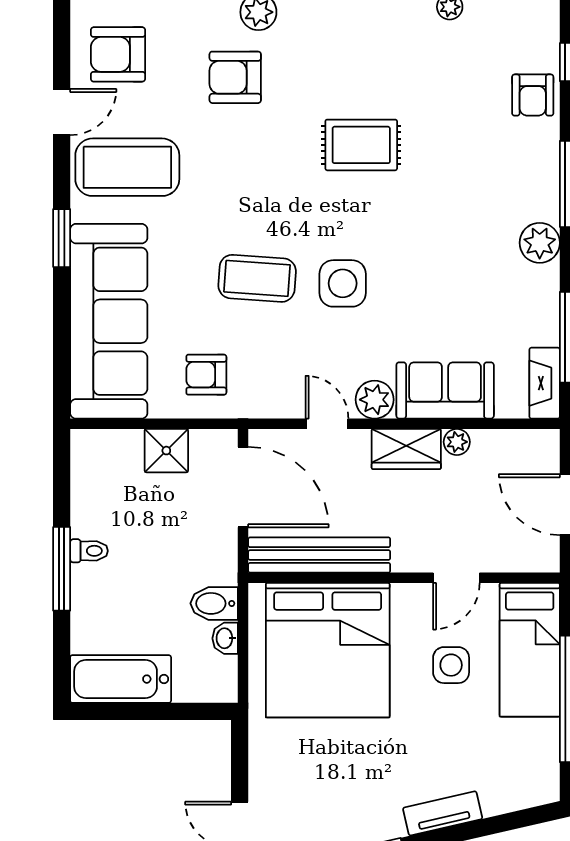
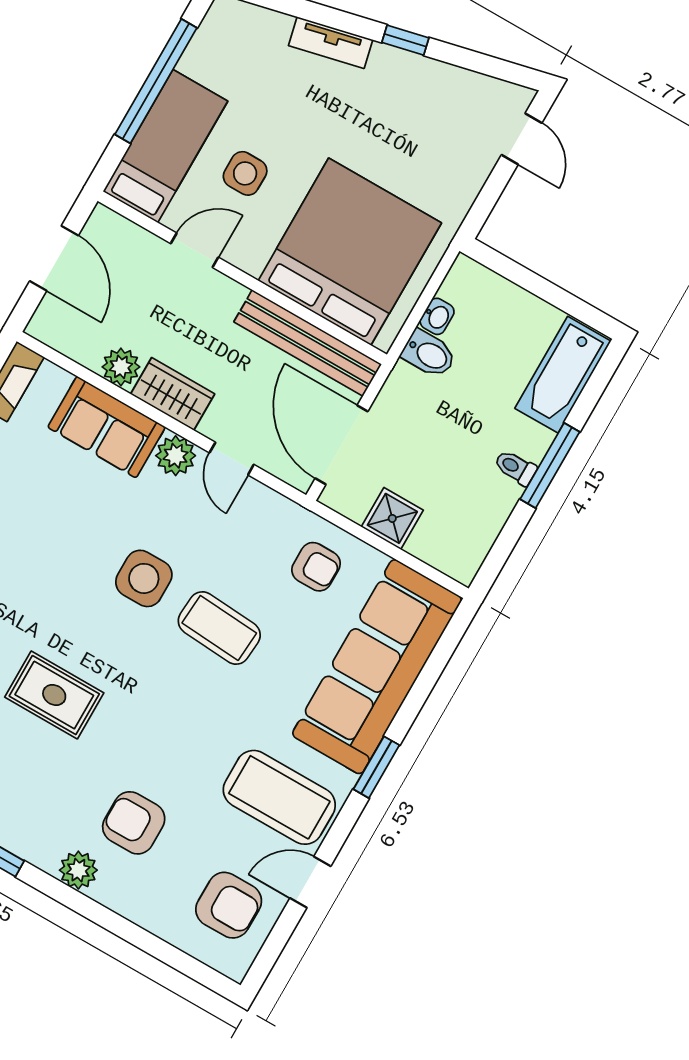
armchair: (235, 77) -> (134, 823), turned 180
plant: (457, 442) -> (121, 367), width x1.38, depth x1.38
bathtub: (121, 679) -> (563, 375), moved, turned 90

